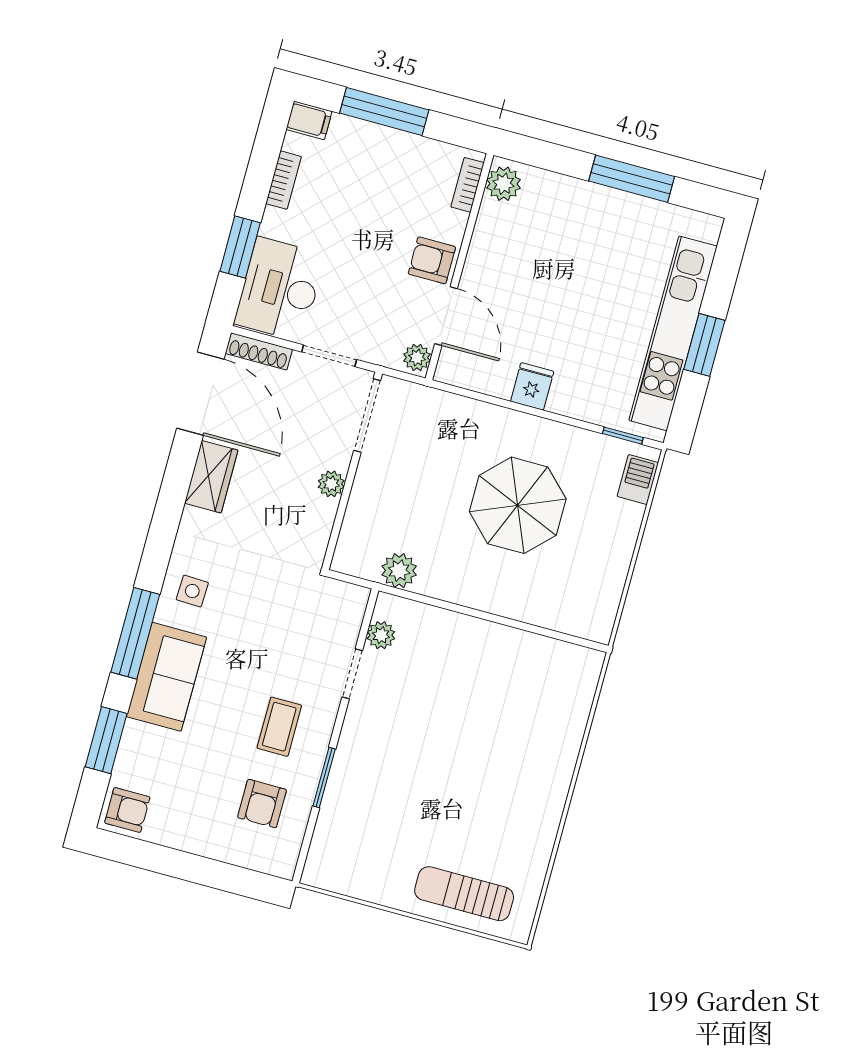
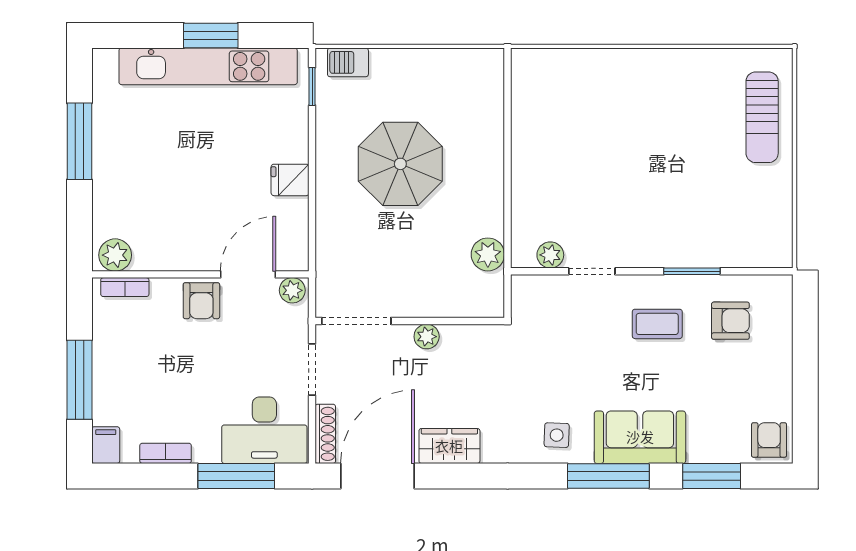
window: (240, 247) -> (236, 476), width x1.44

